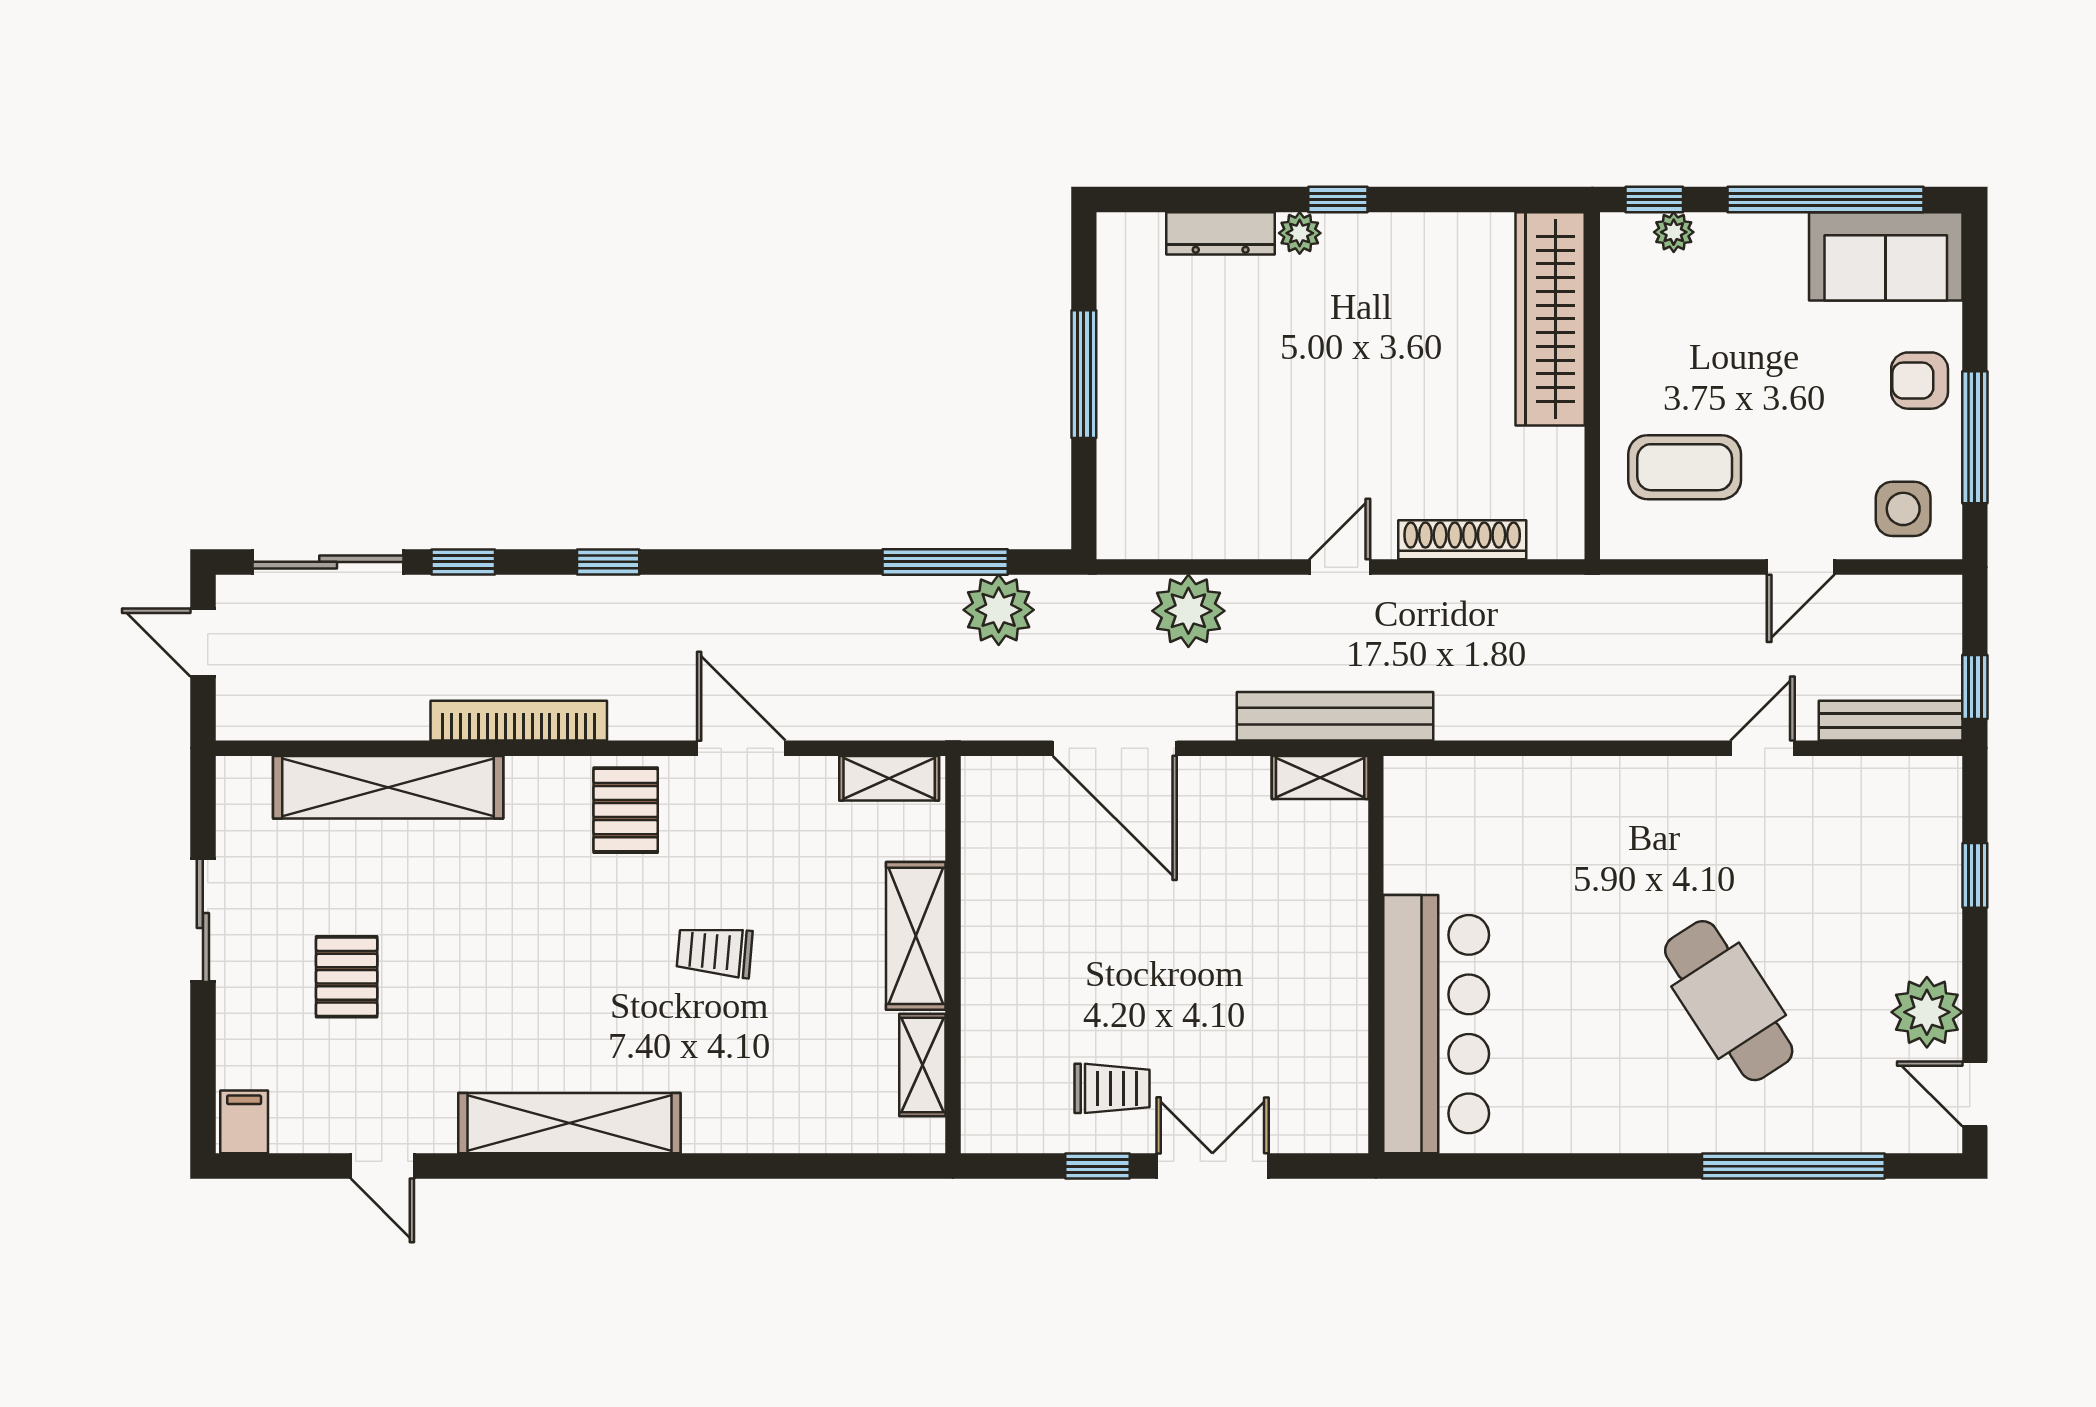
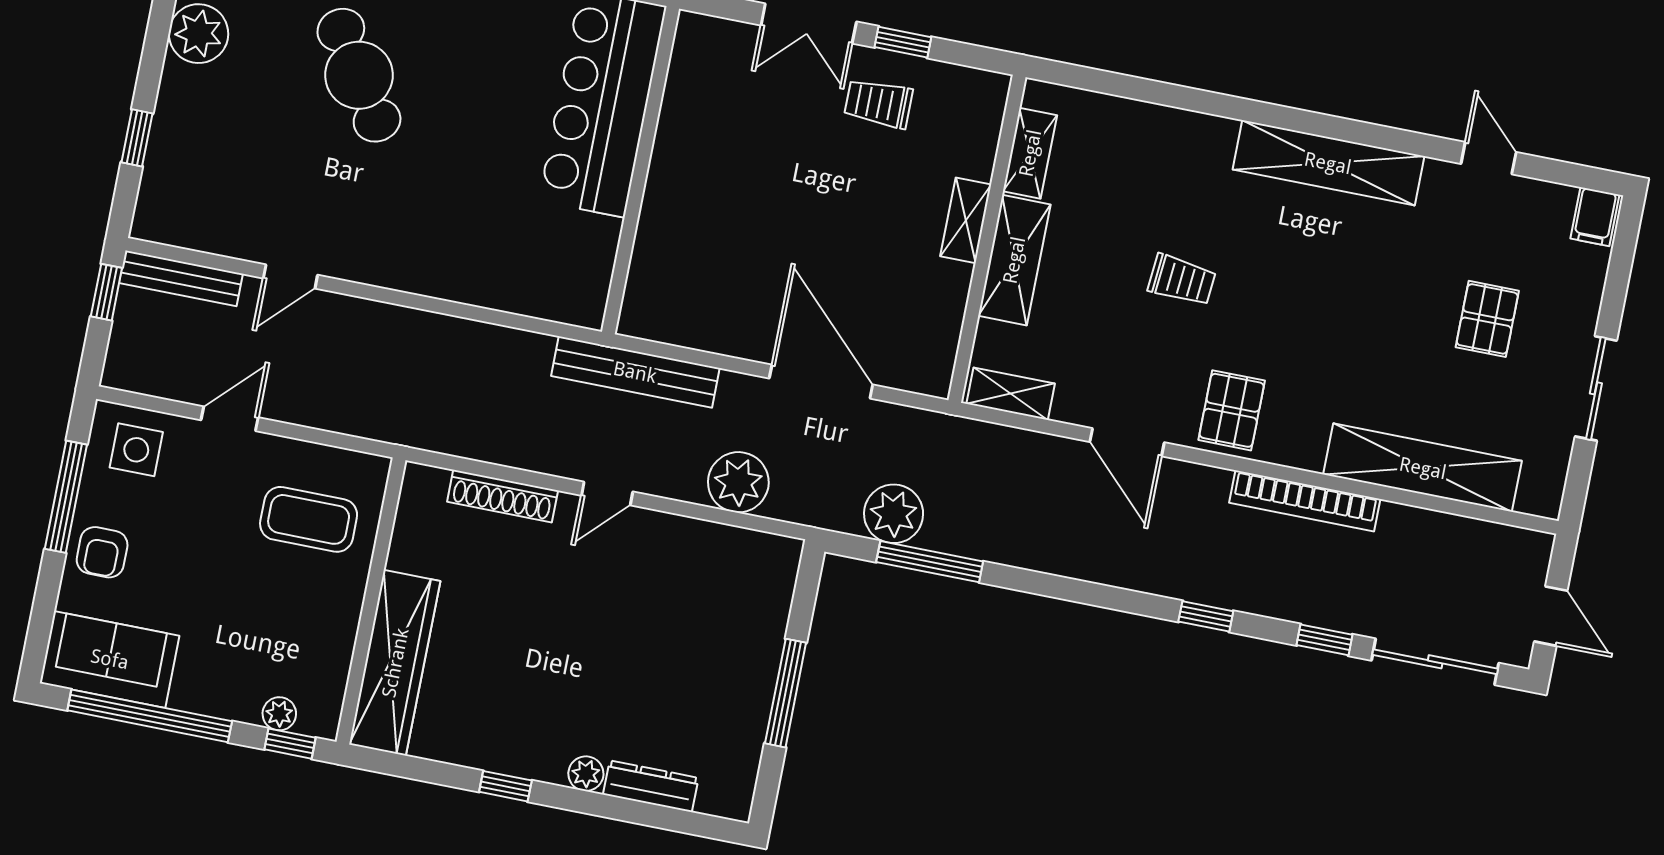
window: (1338, 200) -> (505, 786), moved
armchair: (1920, 381) -> (102, 552), turned 90
shelving: (1320, 777) -> (966, 220), moved, turned 90

